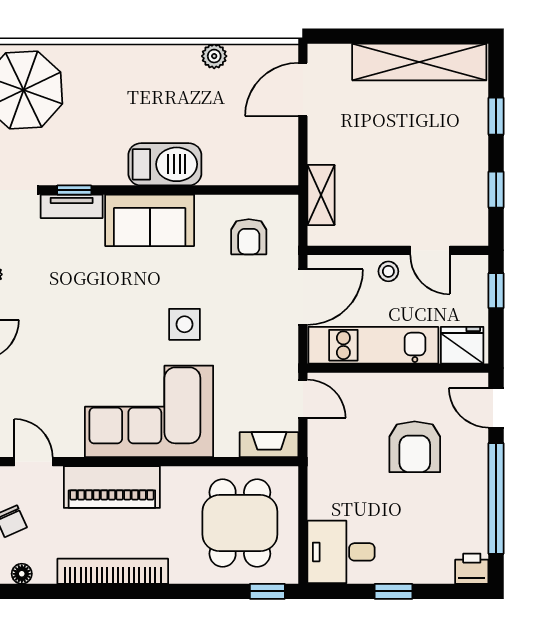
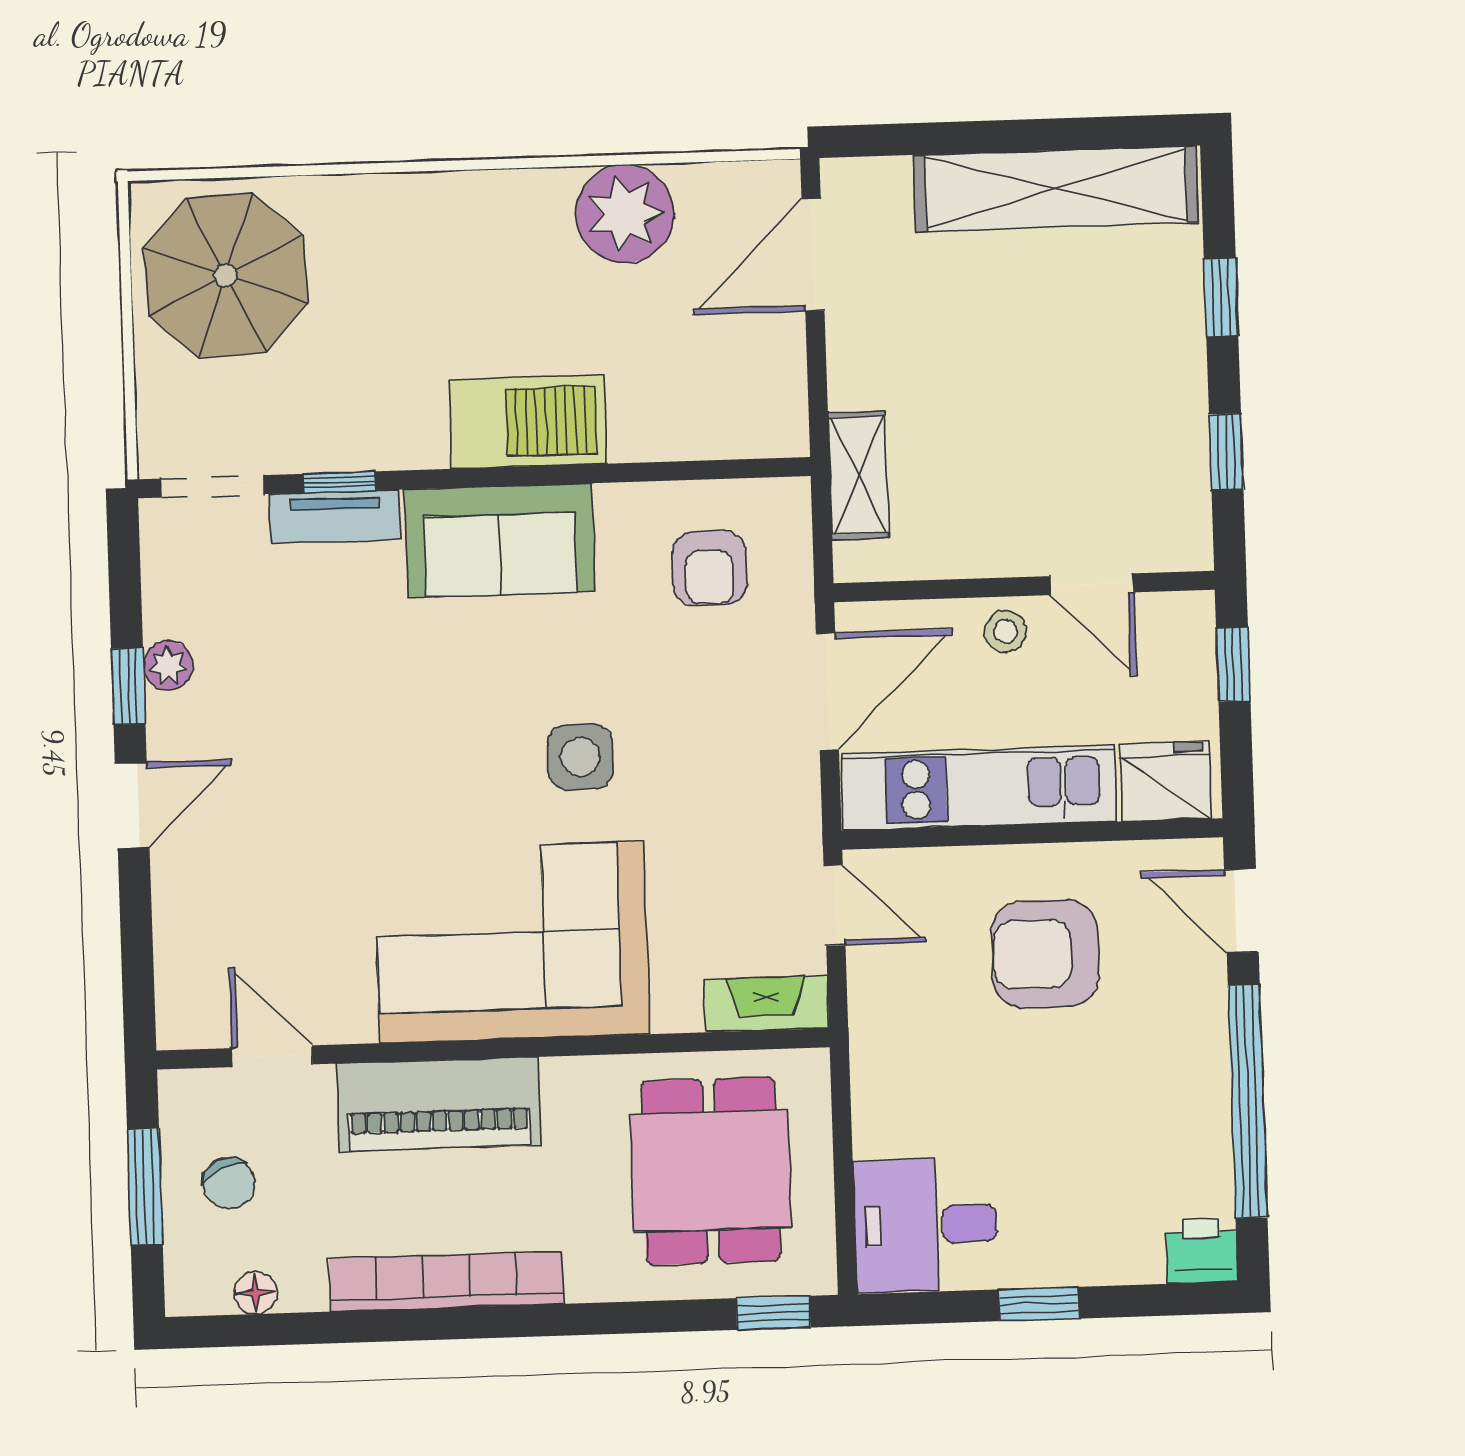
plant: (214, 56) -> (625, 214), width x1.88, depth x1.88
armchair: (415, 447) -> (1045, 954), moved, turned 90

